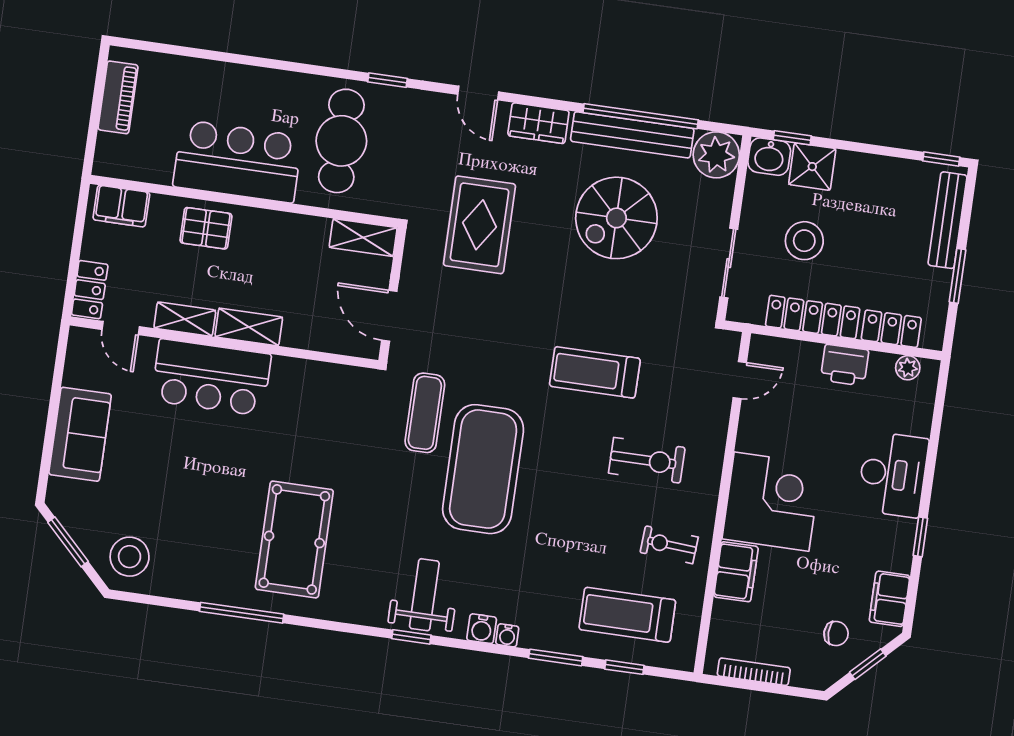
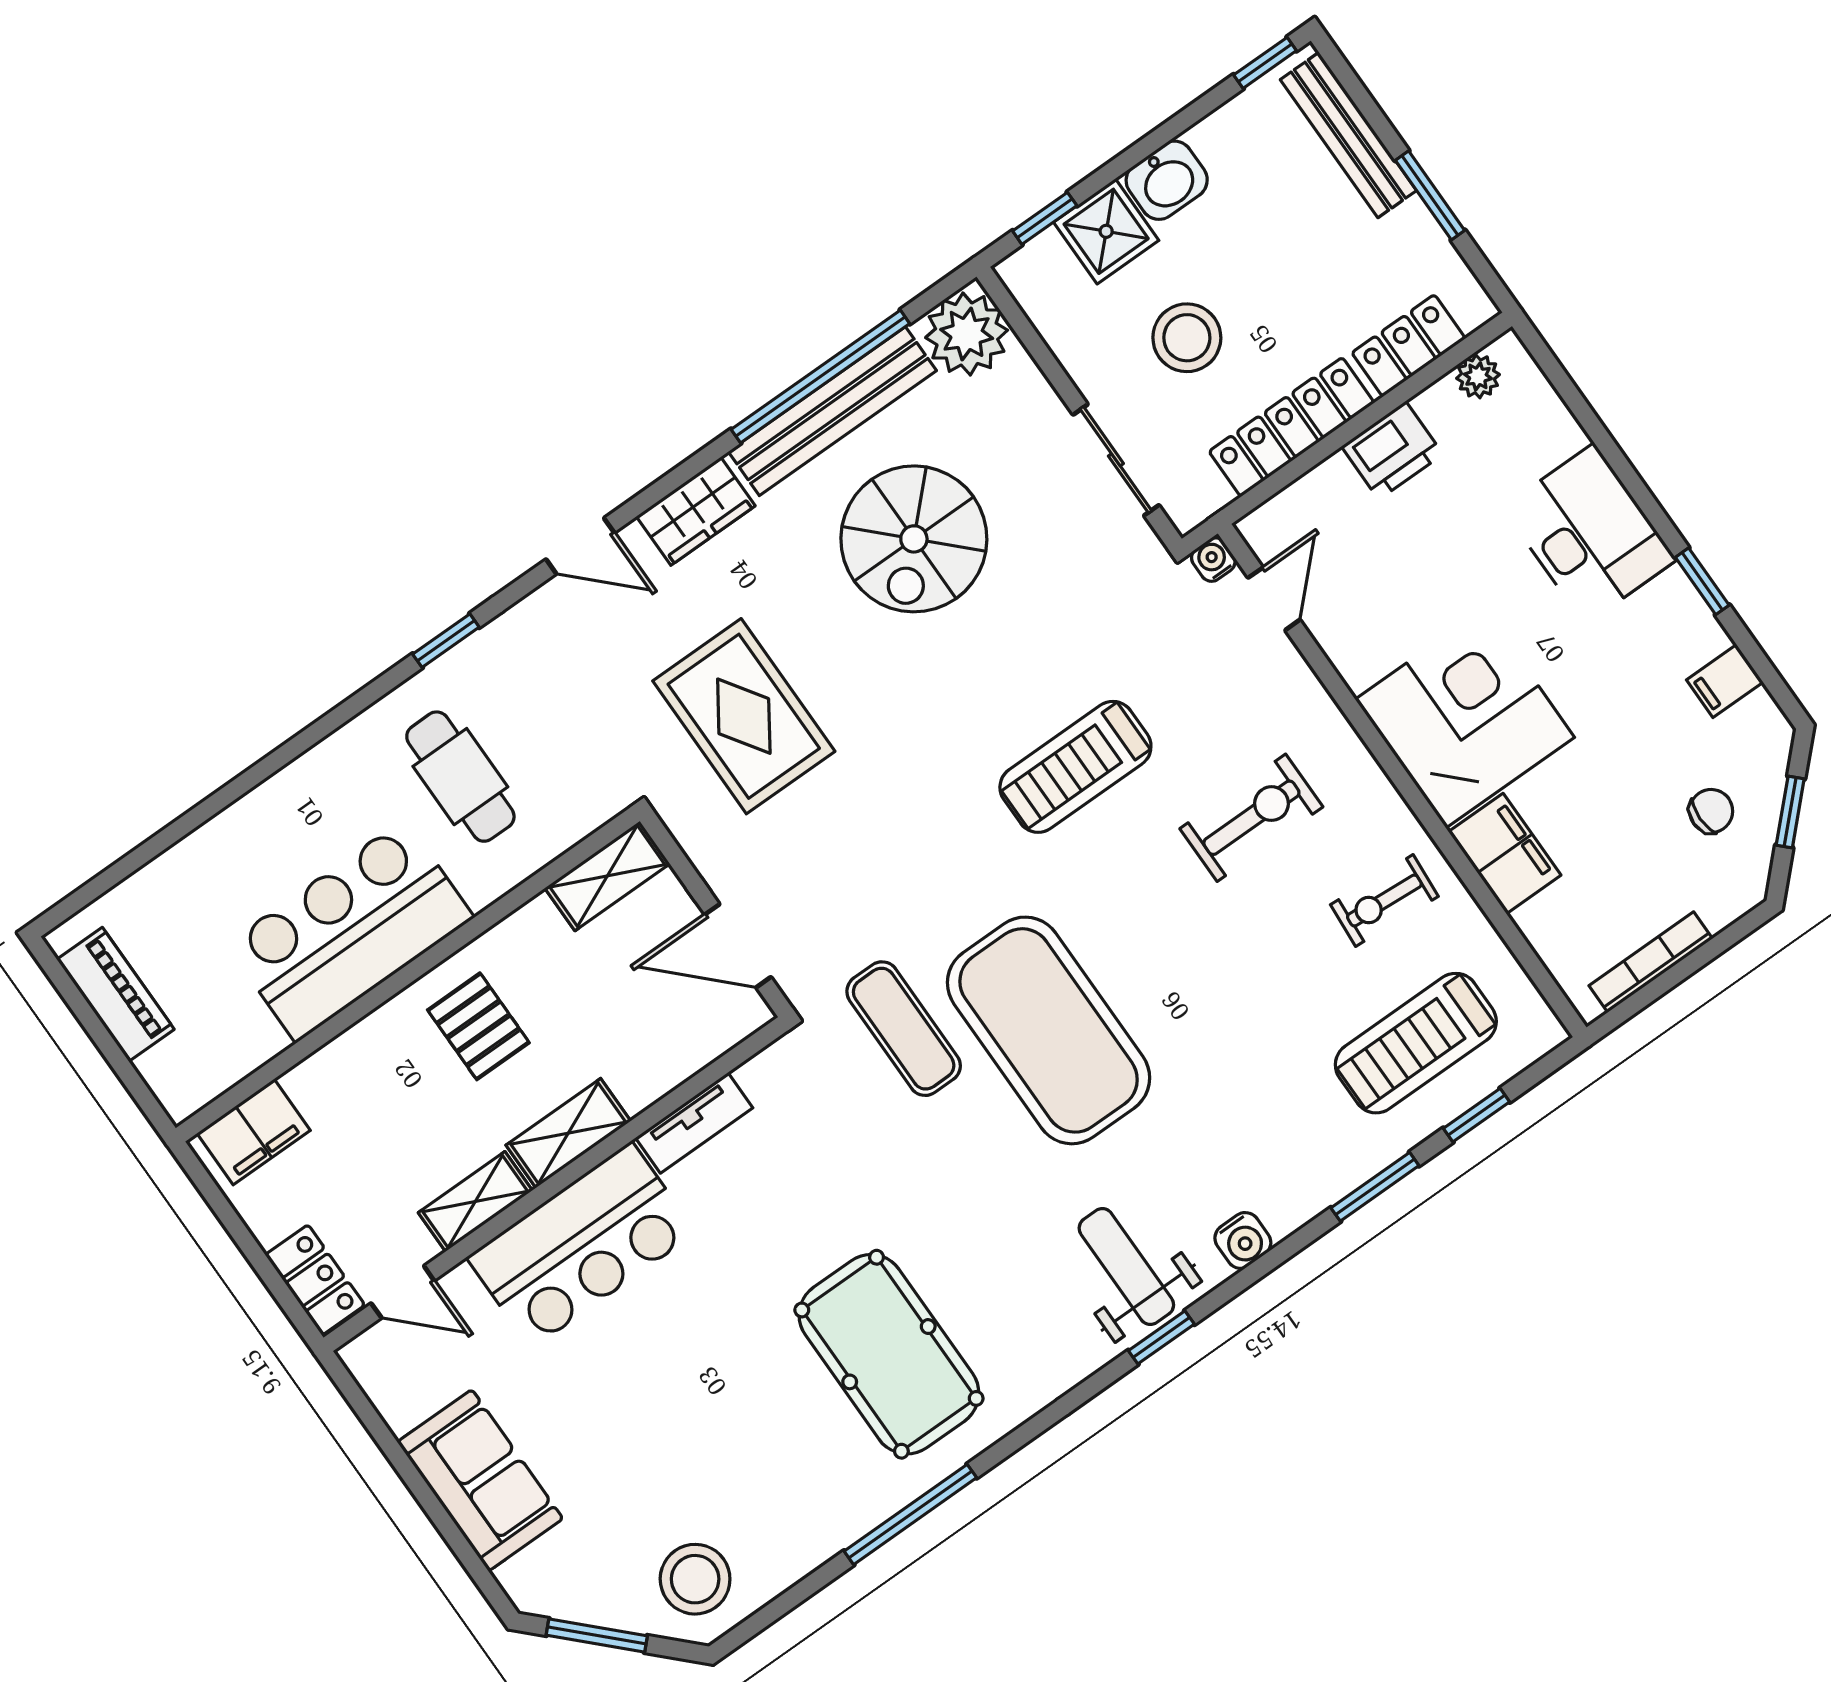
cafe table: (341, 141) -> (460, 777), width x0.73, depth x0.74
washbasin: (769, 157) -> (1167, 180), moved
pallet: (206, 228) -> (478, 1026), moved, turned 90
tv unit: (304, 371) -> (694, 1123), added
filing cabinet: (890, 599) -> (1725, 681), width x0.50
water cooler: (507, 635) -> (1213, 560), moved, turned 180

